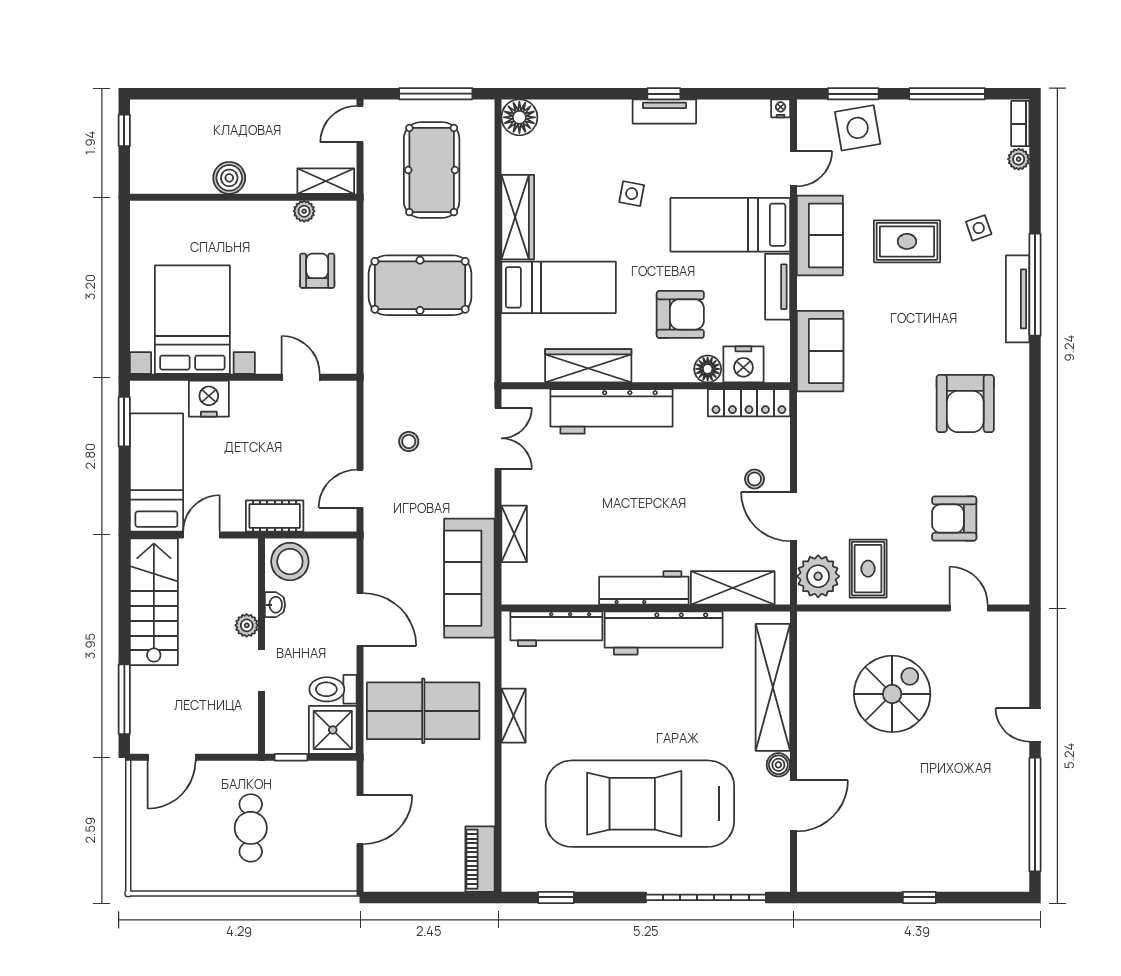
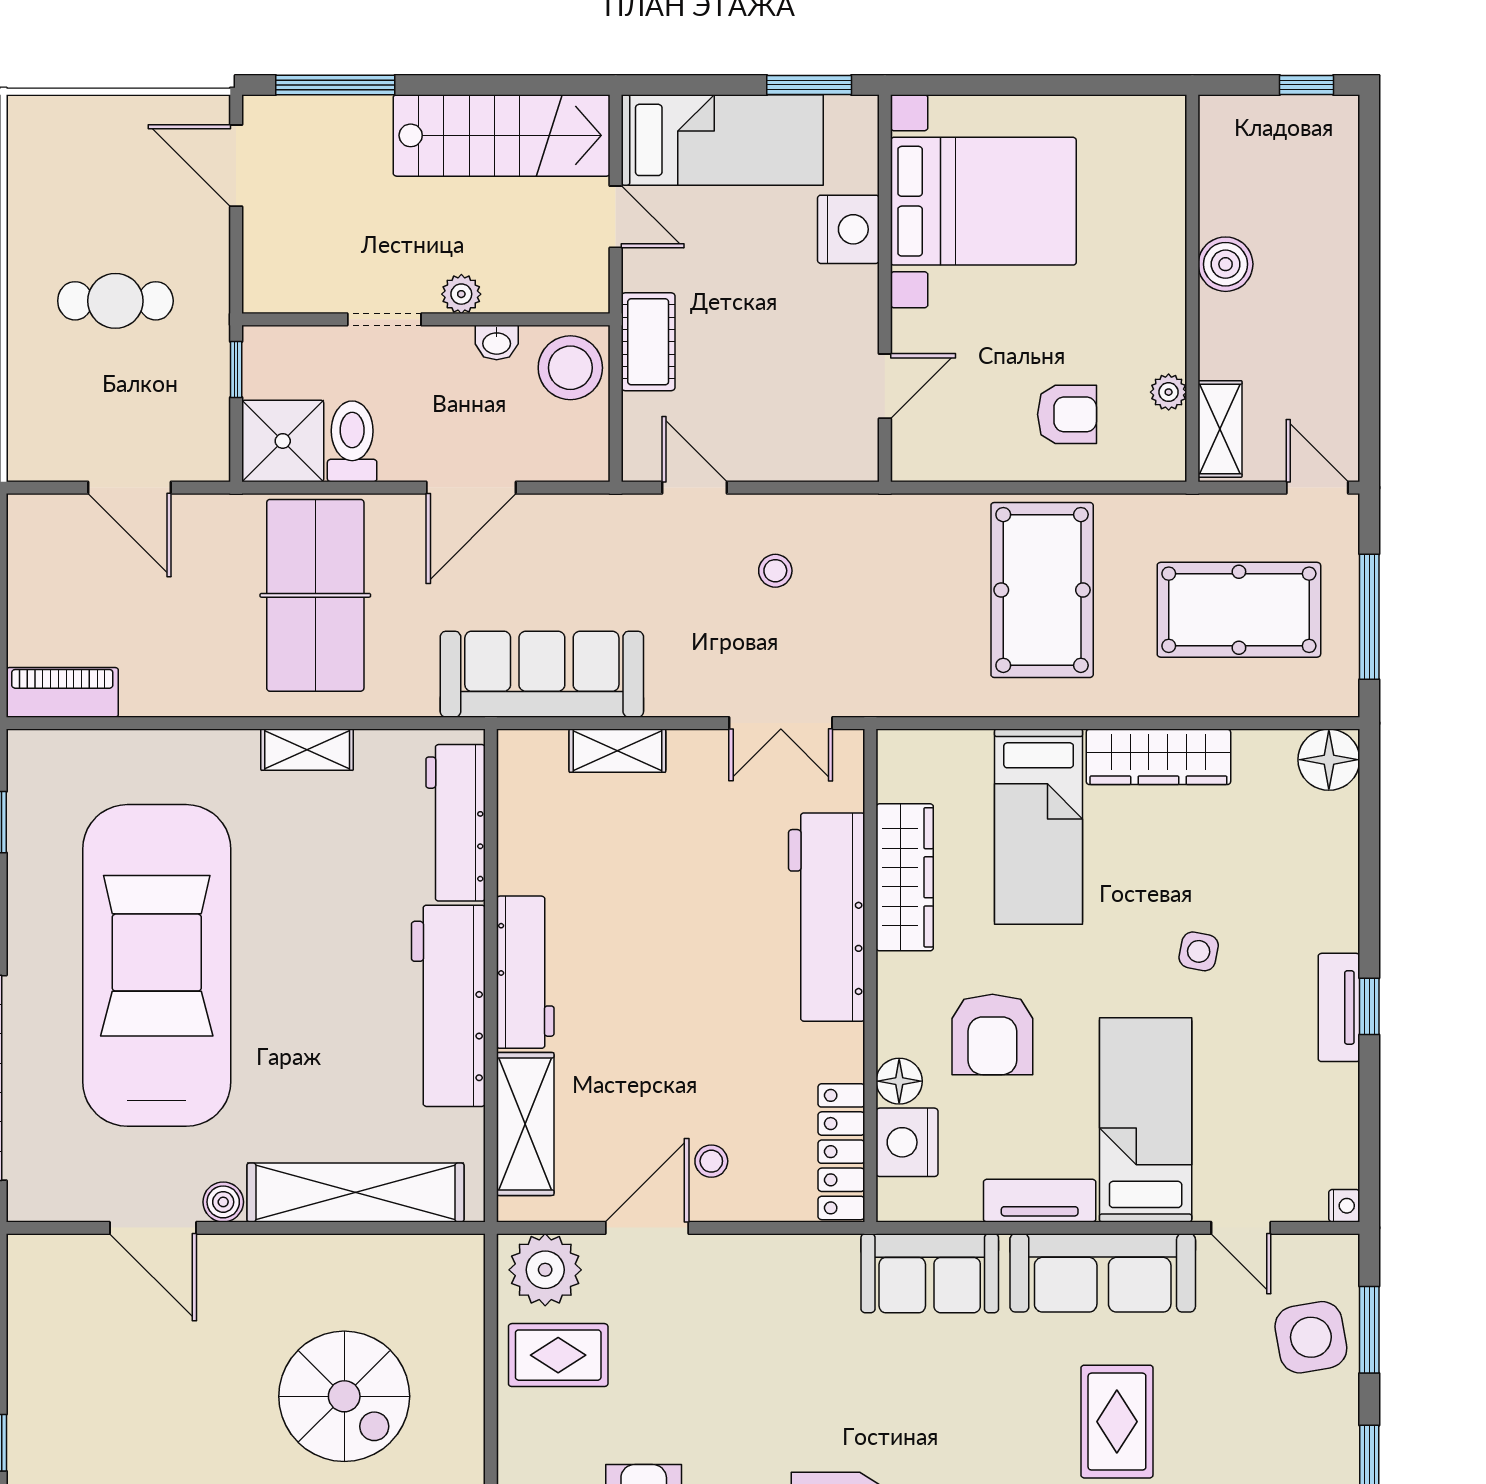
sofa: (820, 235) -> (1103, 1273), width x1.36

